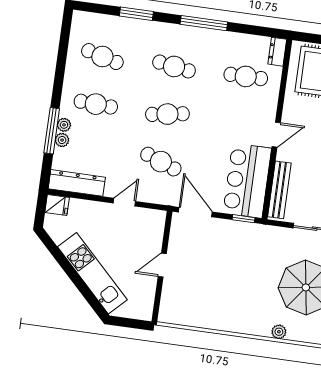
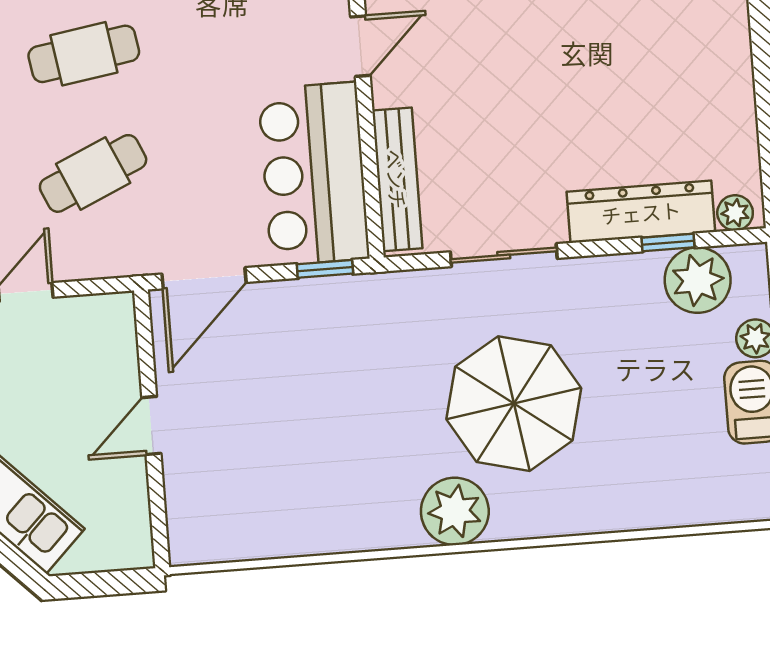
cafe table: (161, 162) -> (93, 173), turned -45
door: (195, 212) -> (204, 278), swing flipped
plant: (279, 332) -> (455, 511), width x1.87, depth x1.87

